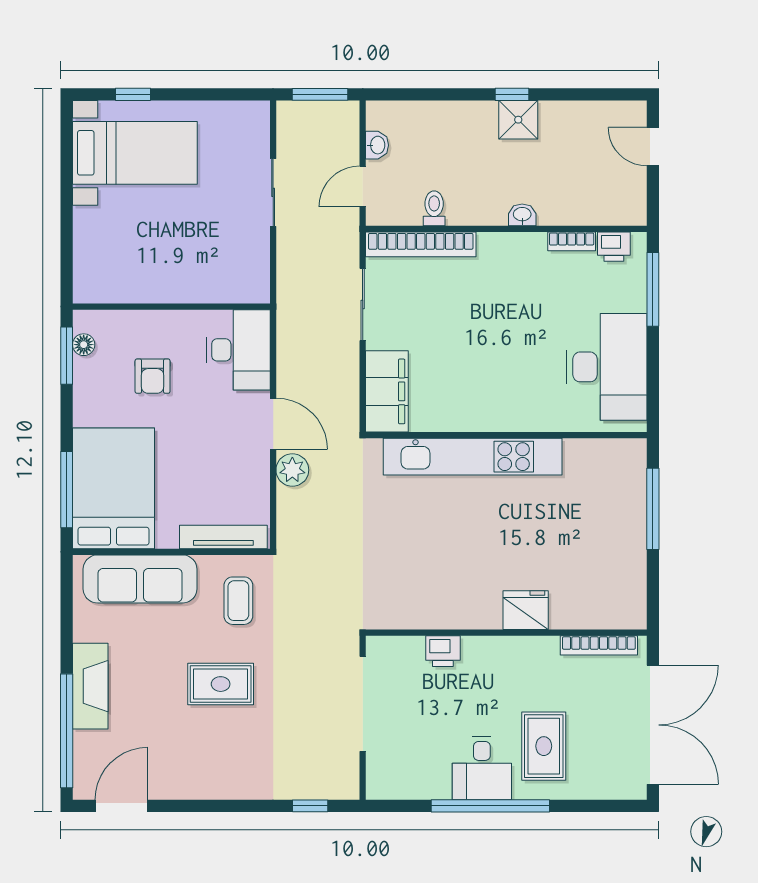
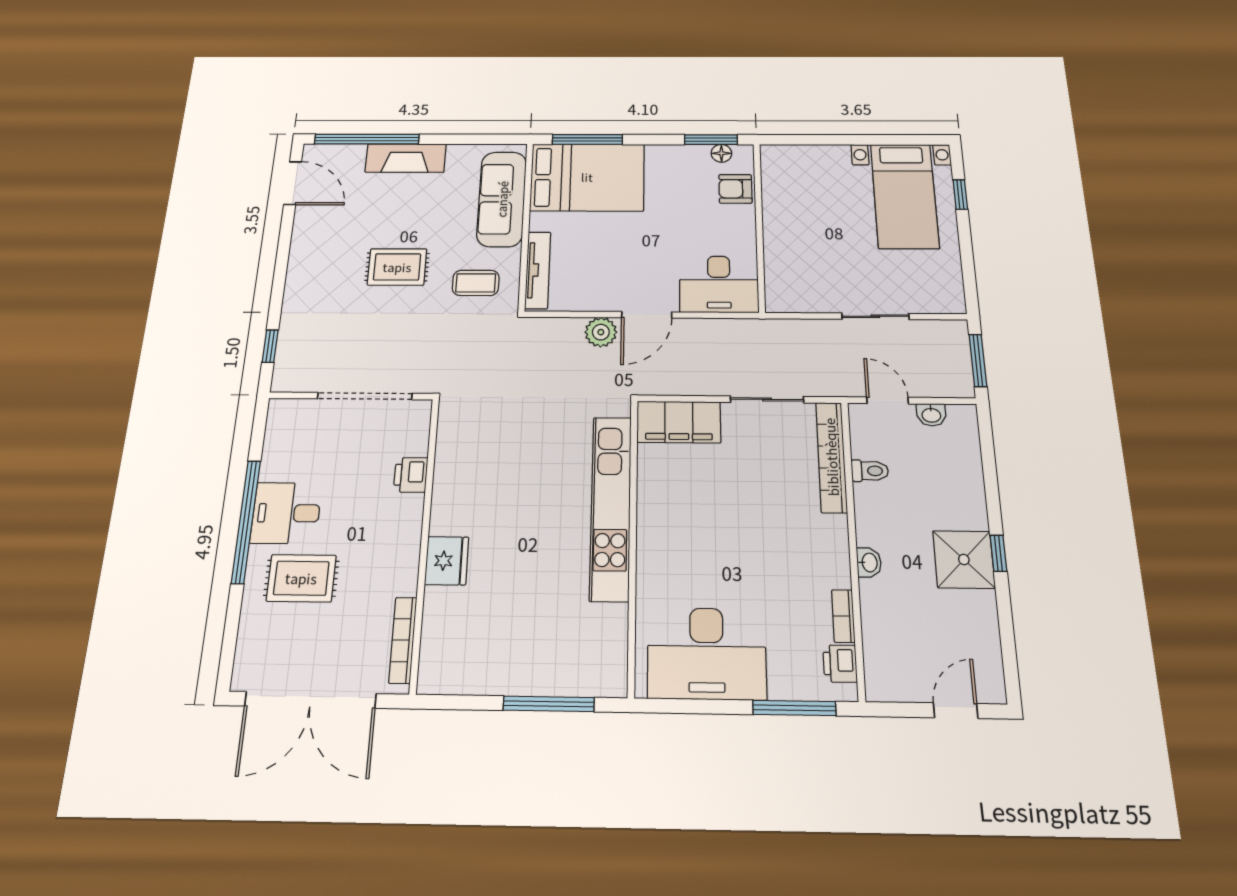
shower: (518, 120) -> (964, 559), width x1.36, depth x1.36
armchair: (153, 376) -> (735, 189), moved
rug: (221, 684) -> (397, 267), turned 90

